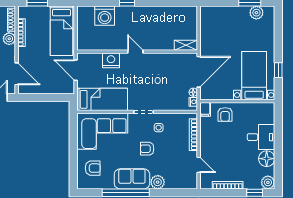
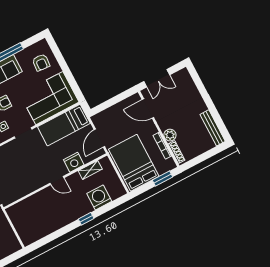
bed: (61, 31) -> (134, 163), width x1.50
shelving: (186, 45) -> (90, 170), moved
door: (76, 70) -> (99, 138), swing flipped
armchair: (93, 168) -> (41, 62), turned -86

